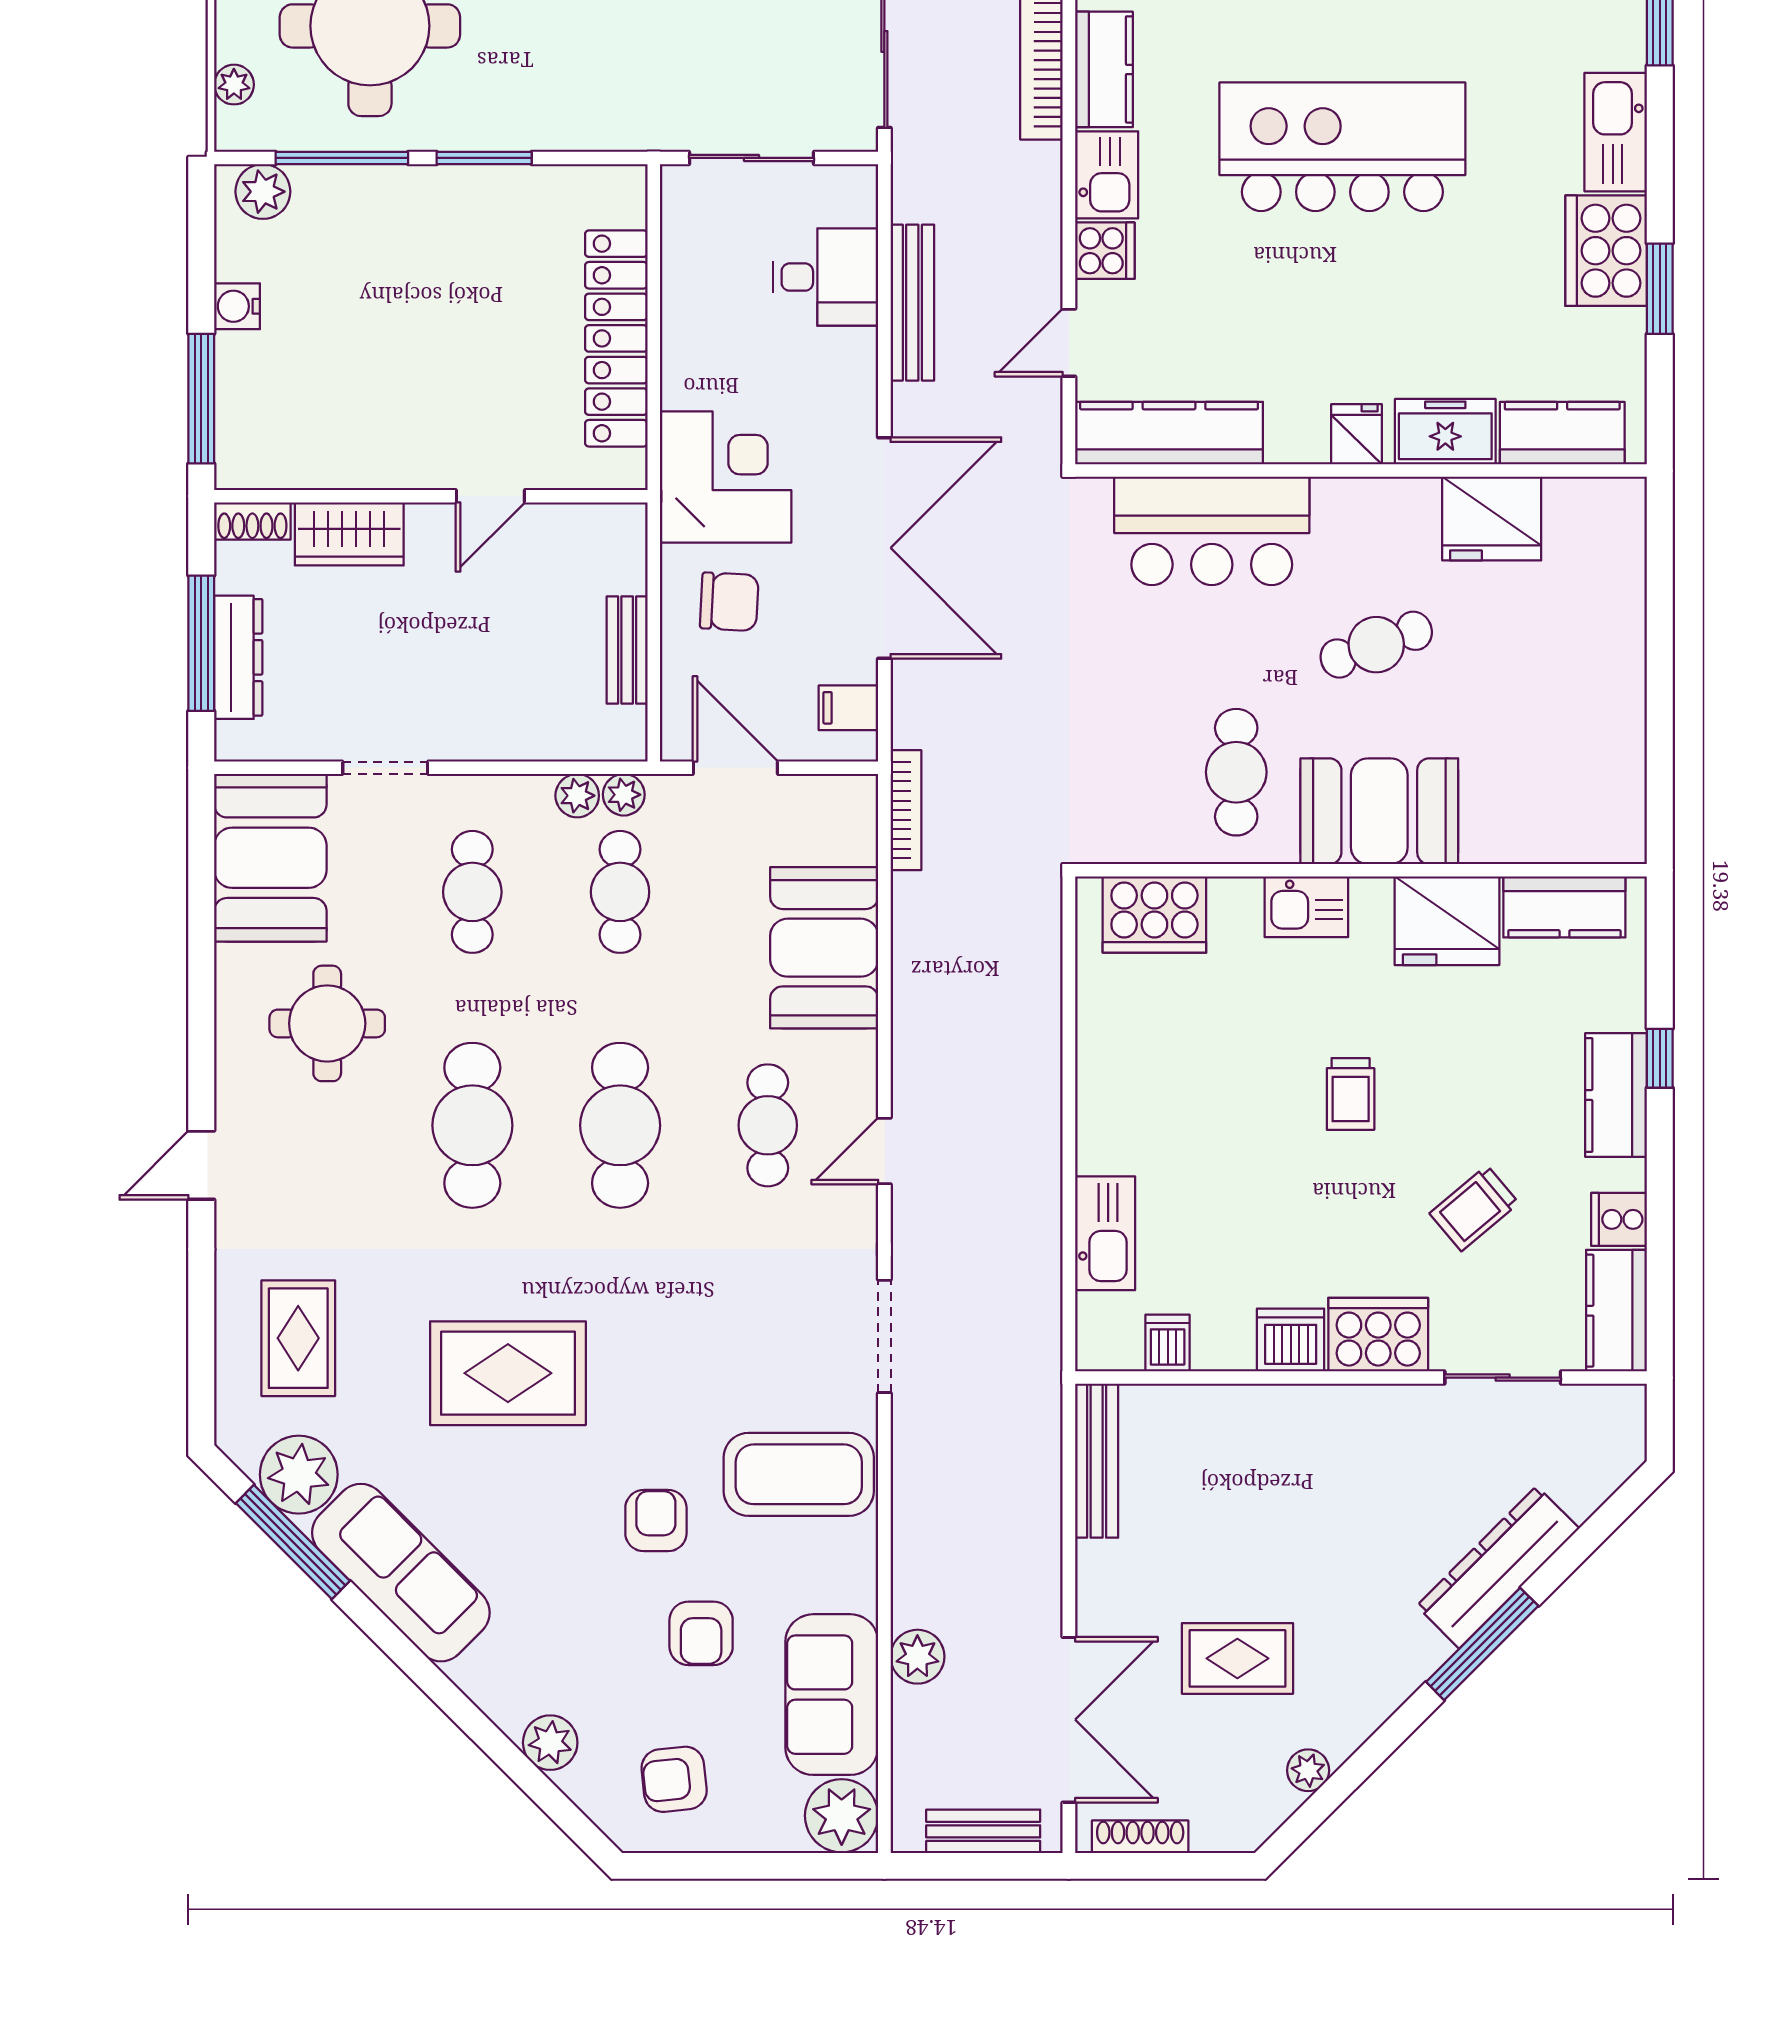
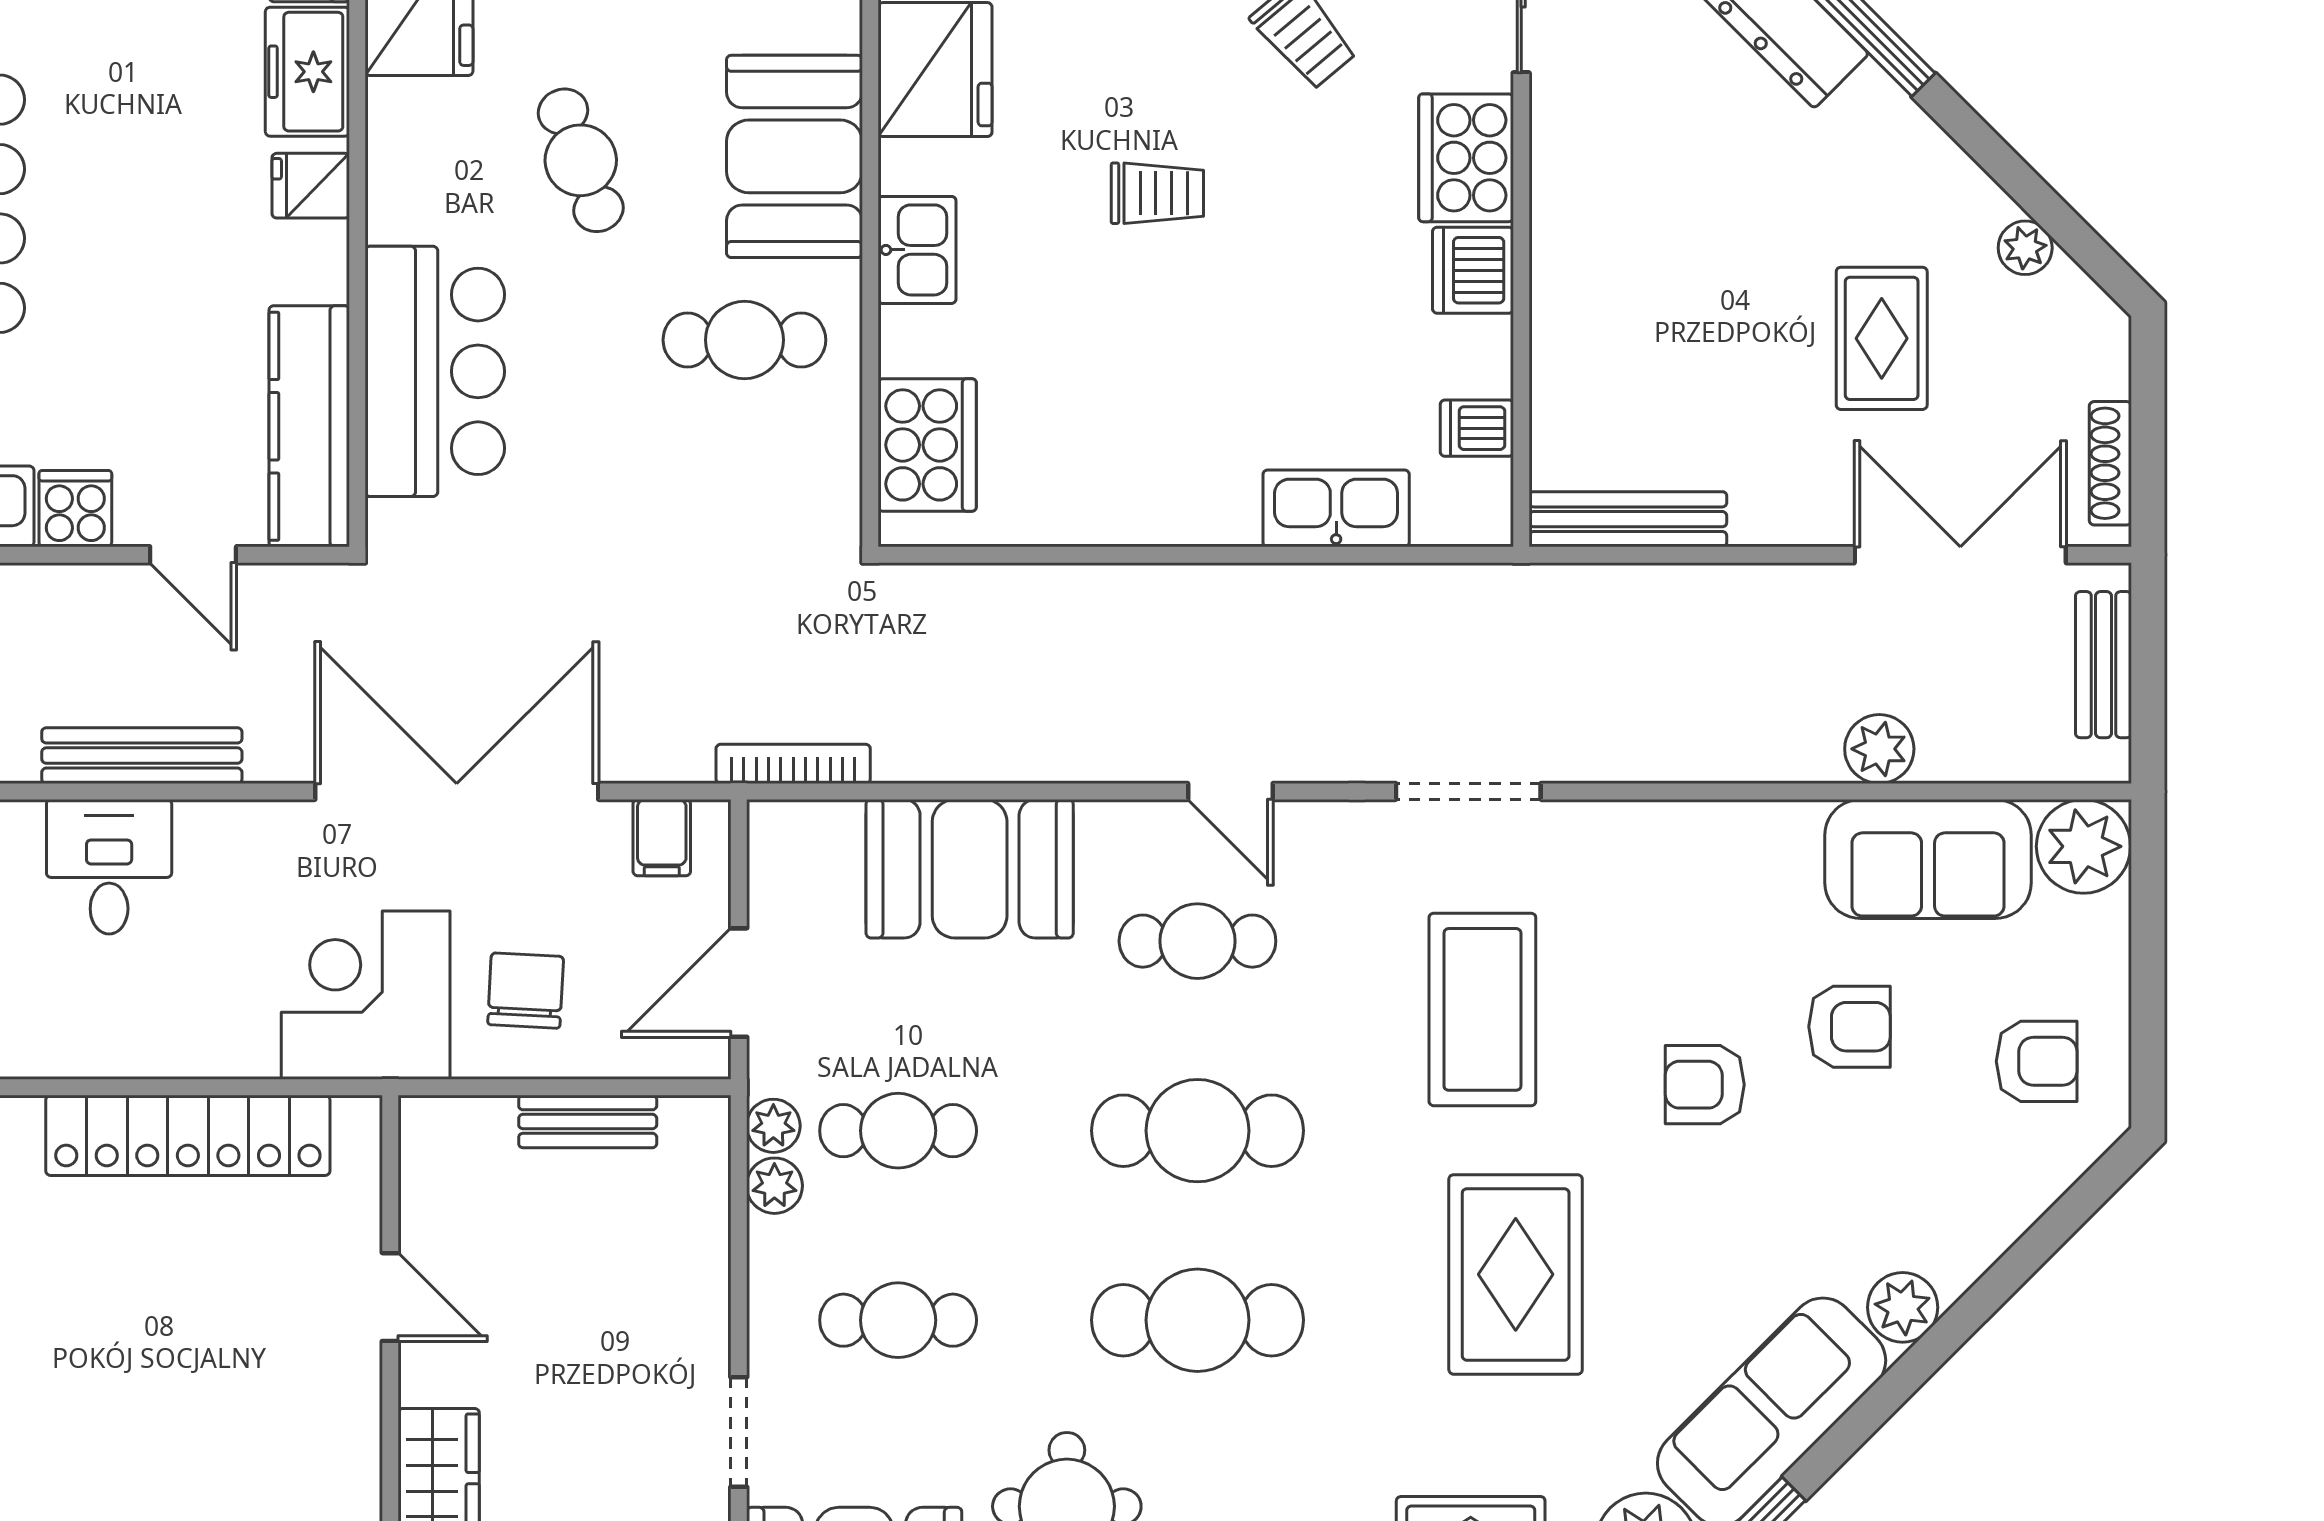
coffee table: (799, 1474) -> (1482, 1009), moved
plant: (550, 1743) -> (1903, 1307), moved
armchair: (674, 1779) -> (2037, 1061), turned -84

